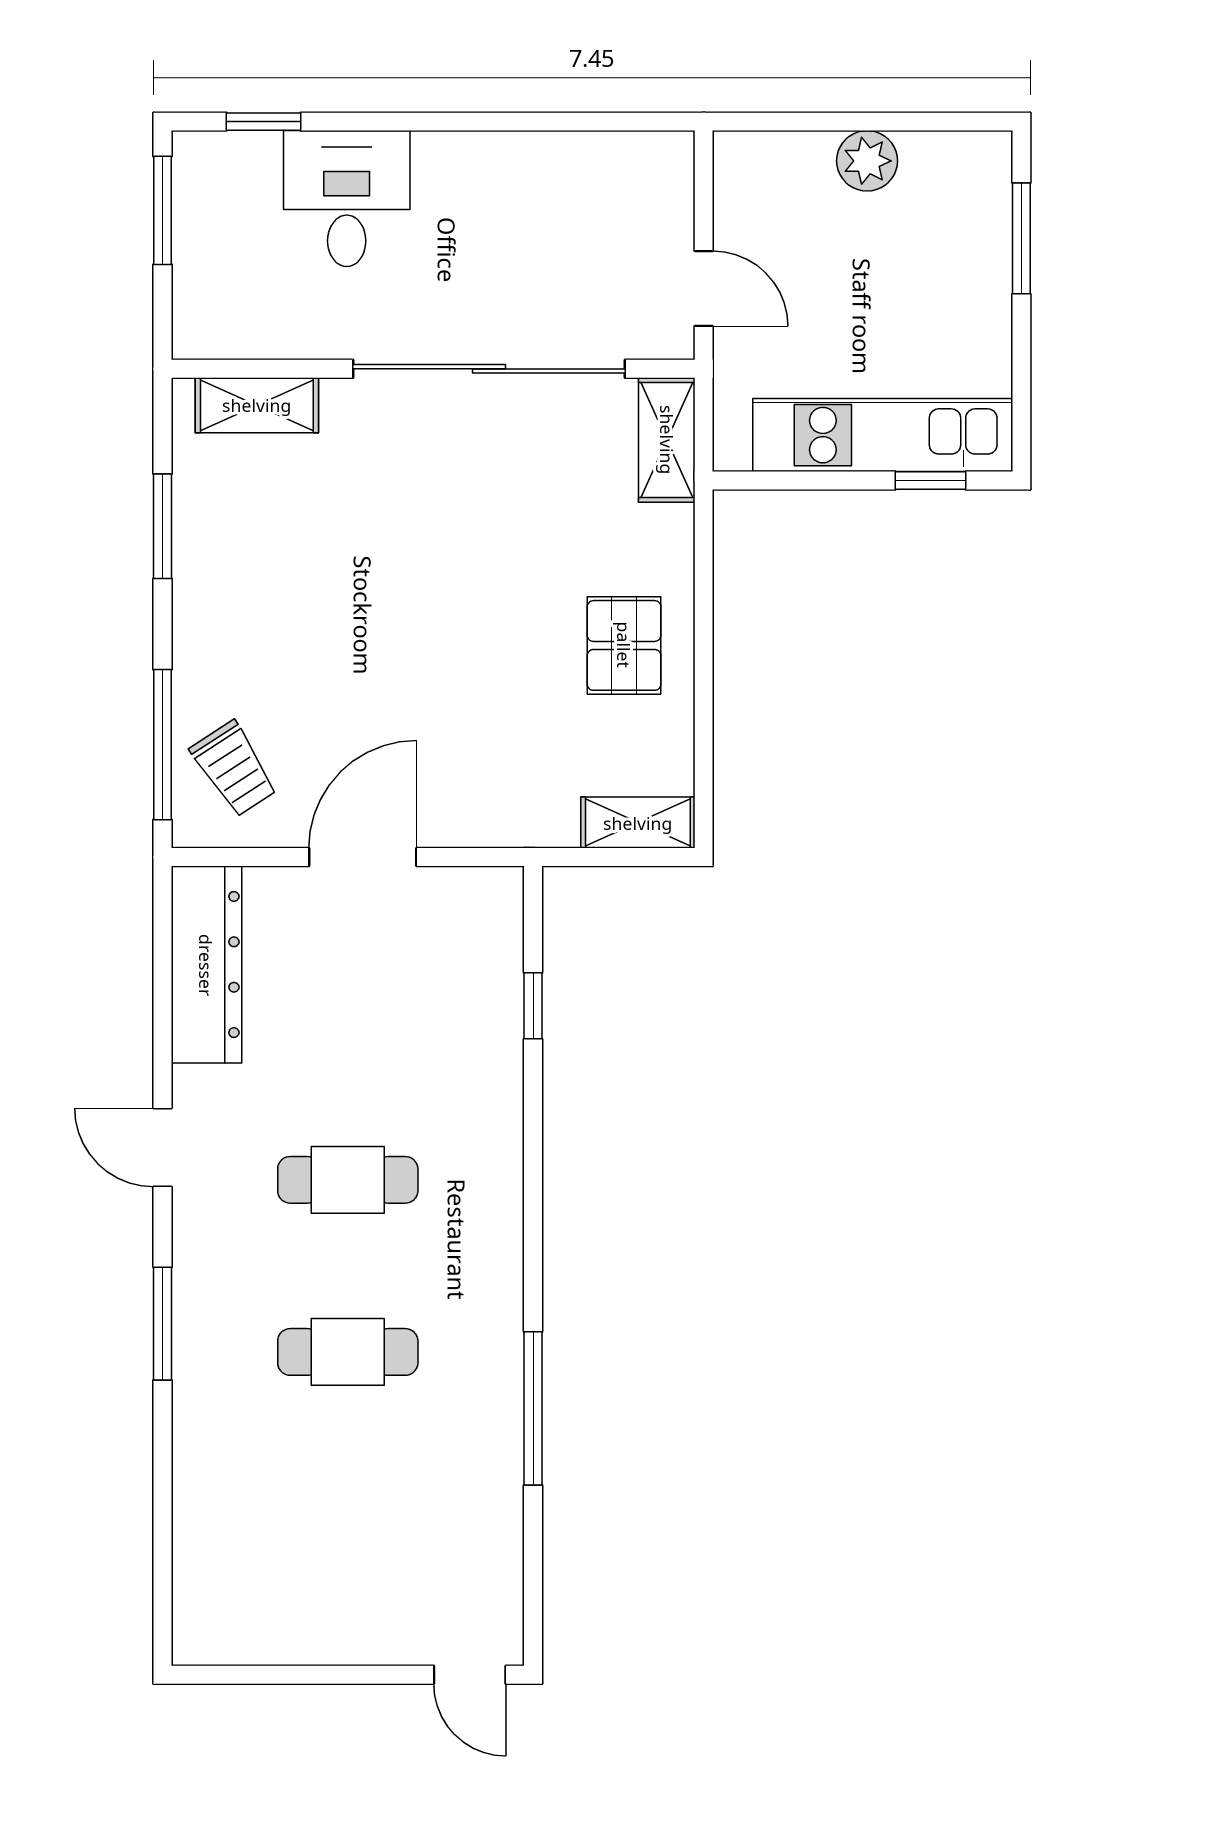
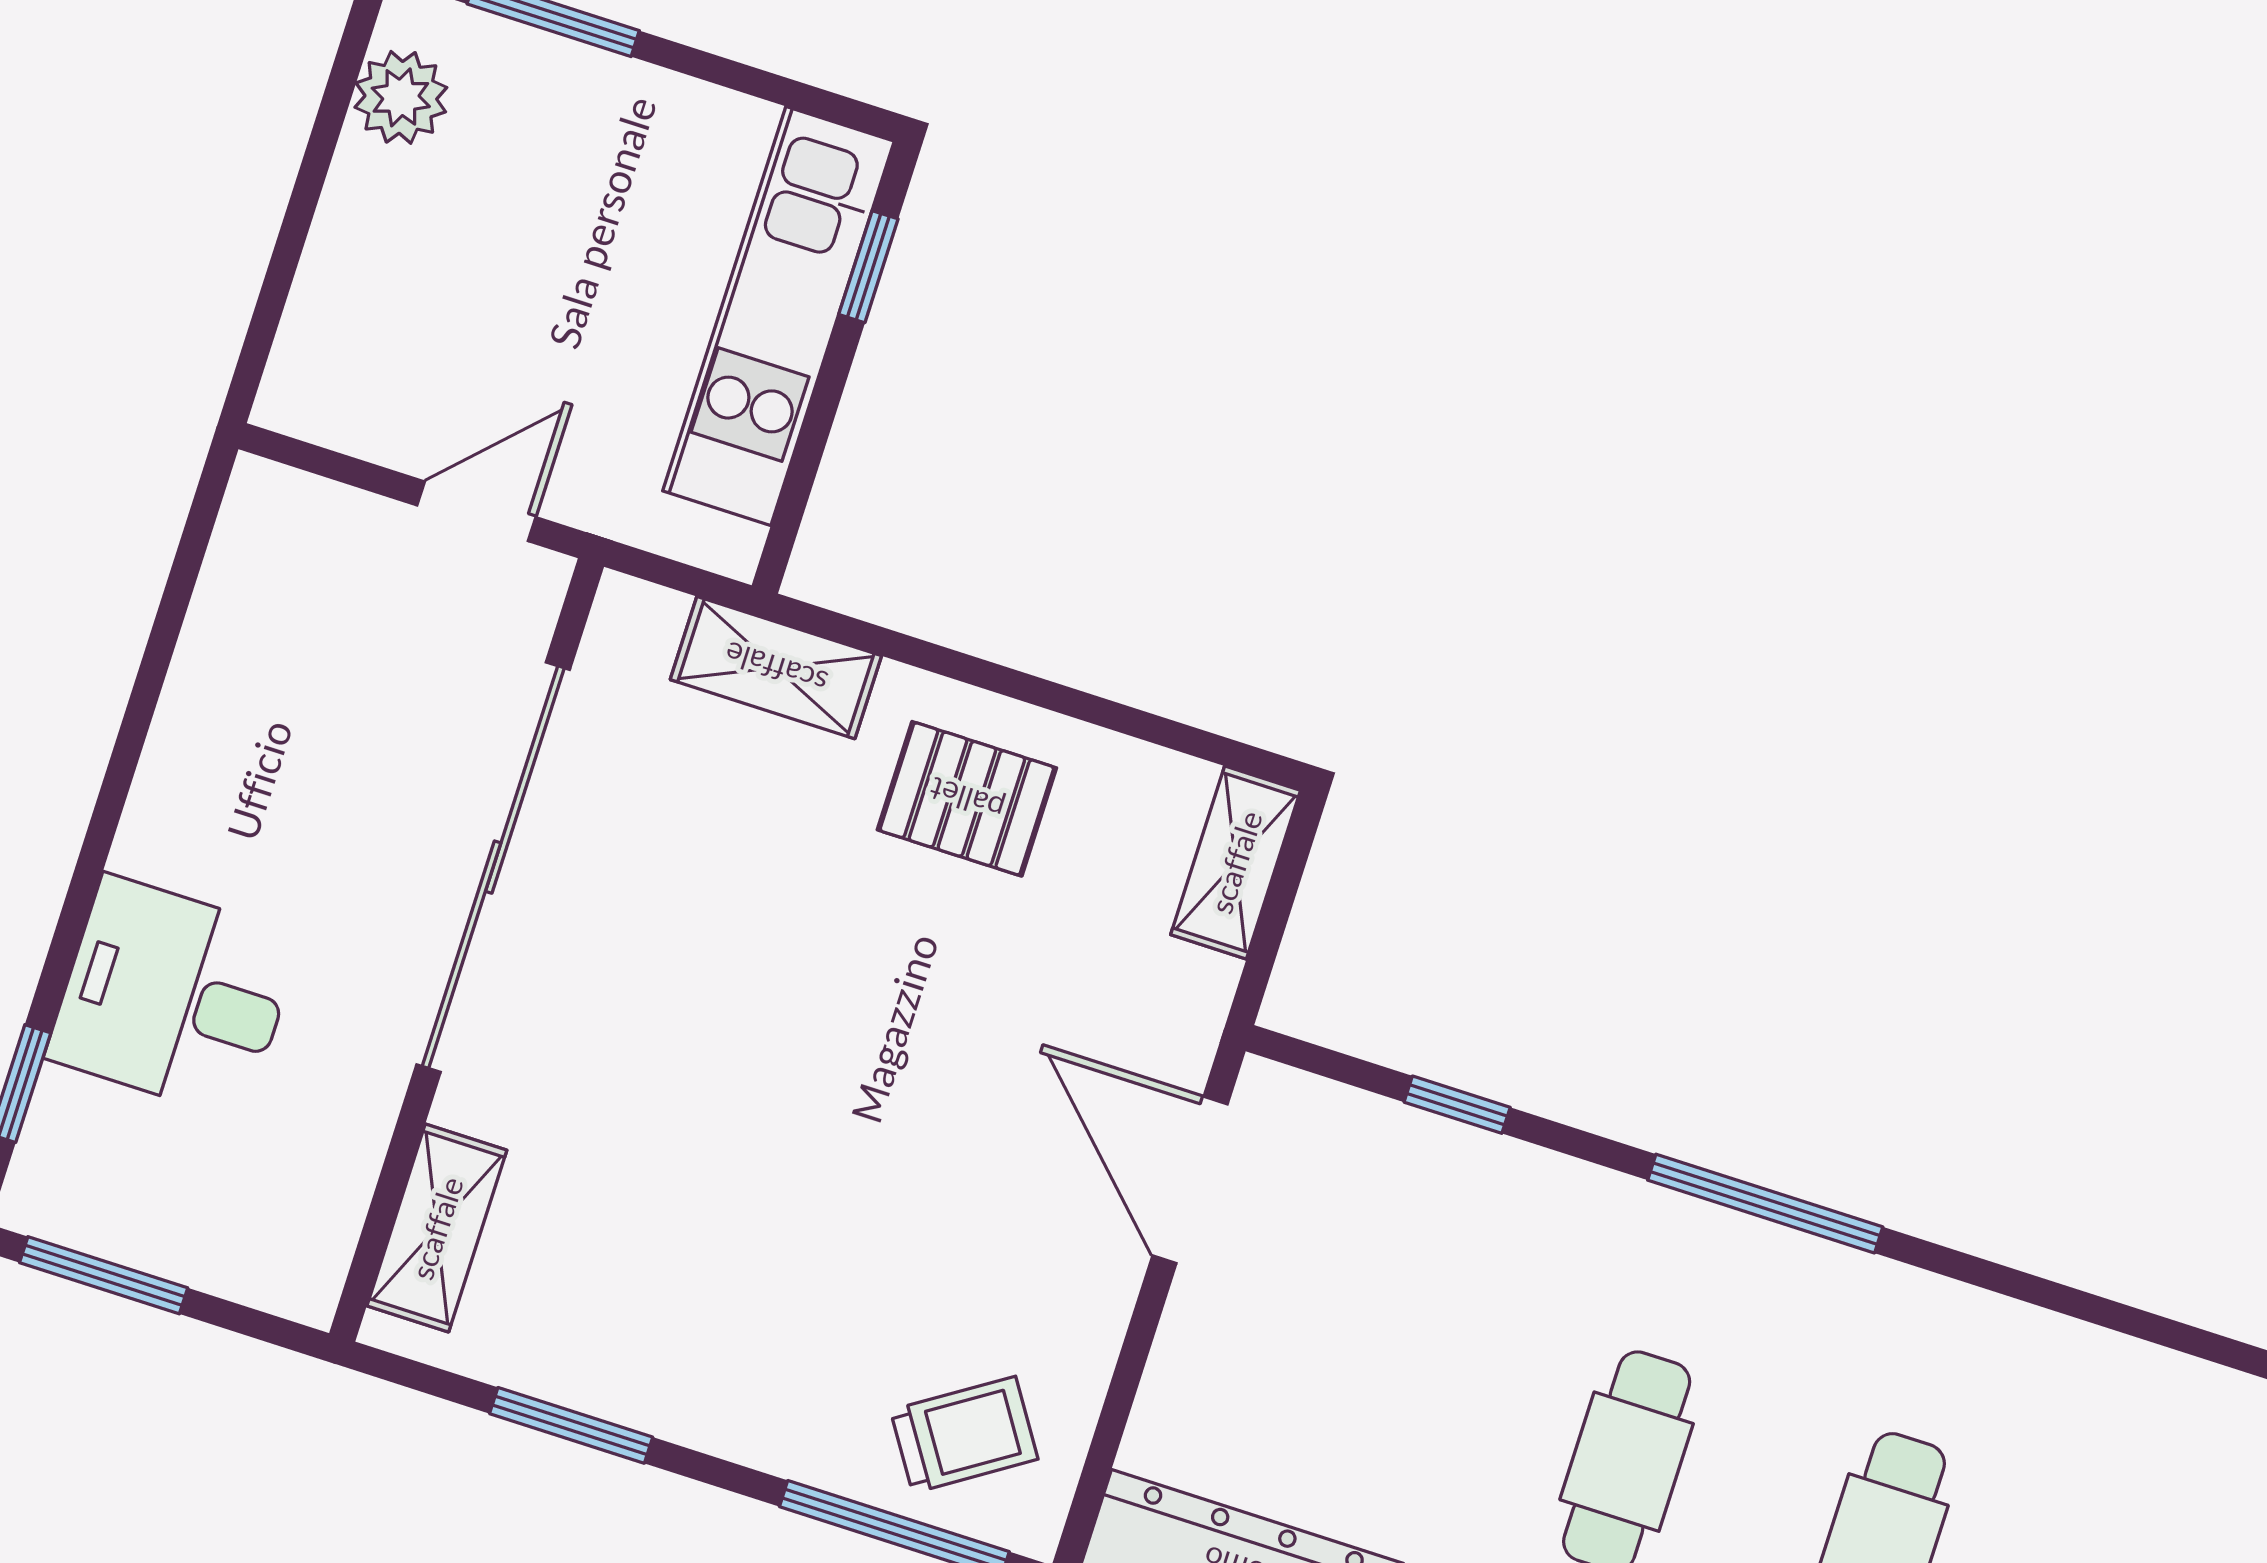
plant: (867, 161) -> (401, 97), moved
shelving: (667, 440) -> (776, 668), moved
door: (363, 857) -> (1190, 1180), moved
window: (533, 1408) -> (1765, 1204), moved

